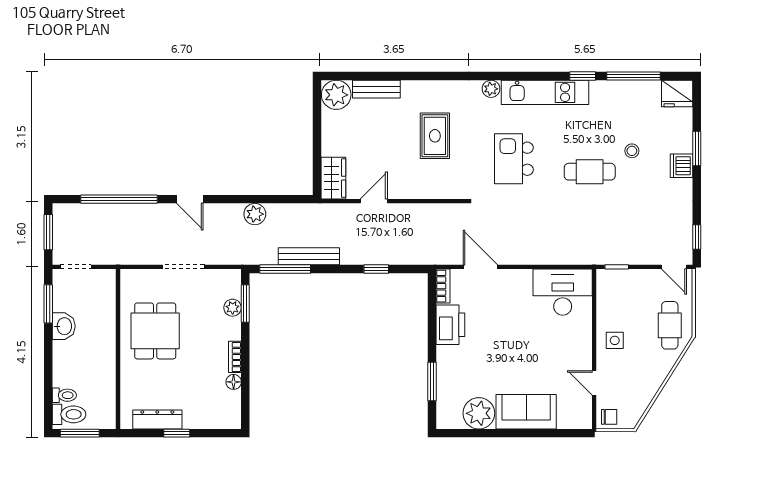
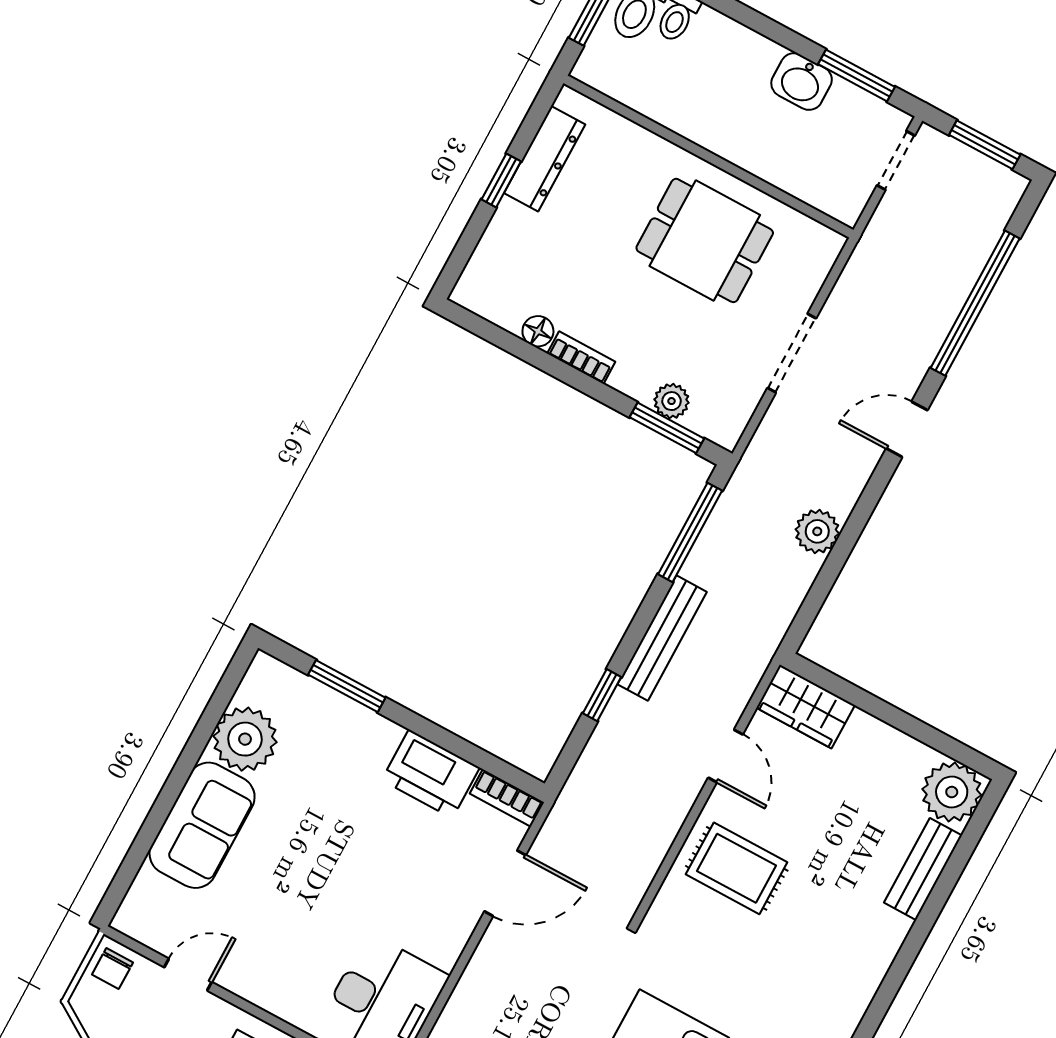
rug: (435, 136) -> (737, 868), moved
bench: (309, 256) -> (662, 638), moved

